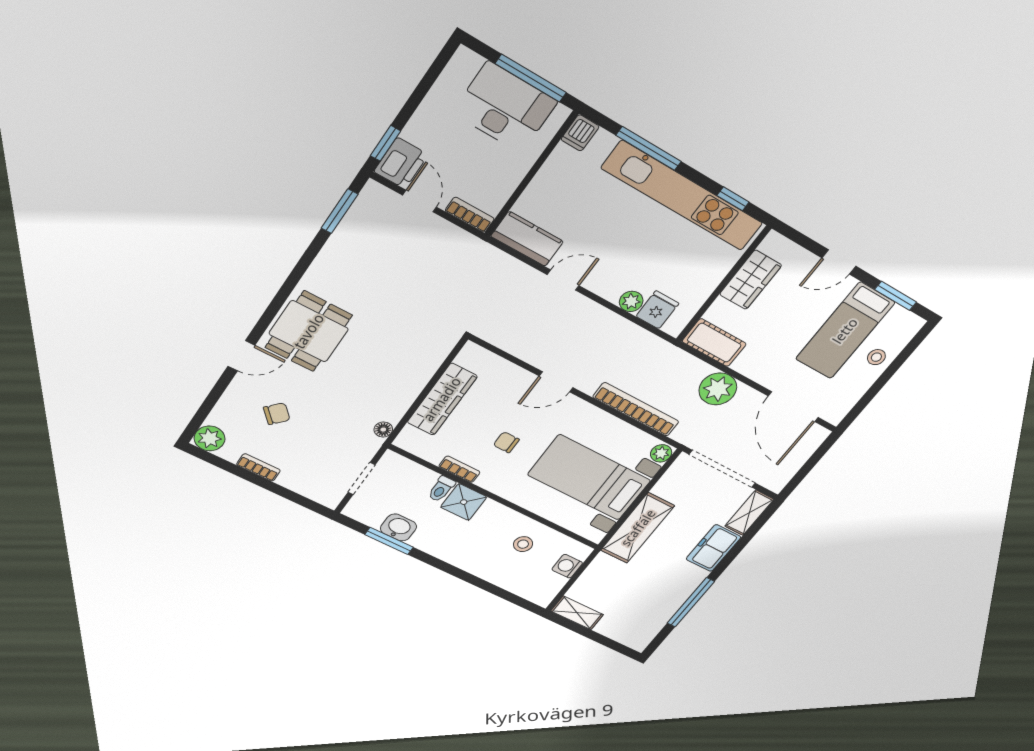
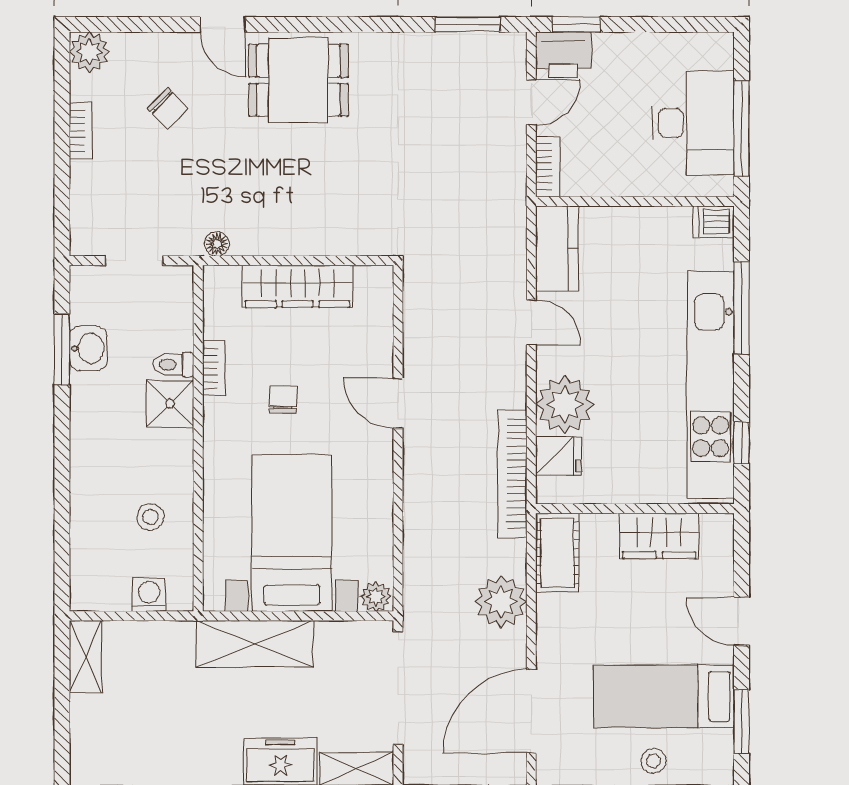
plant: (631, 301) -> (565, 405), width x1.88, depth x1.88
bookcase: (636, 409) -> (512, 474), moved, turned 180

